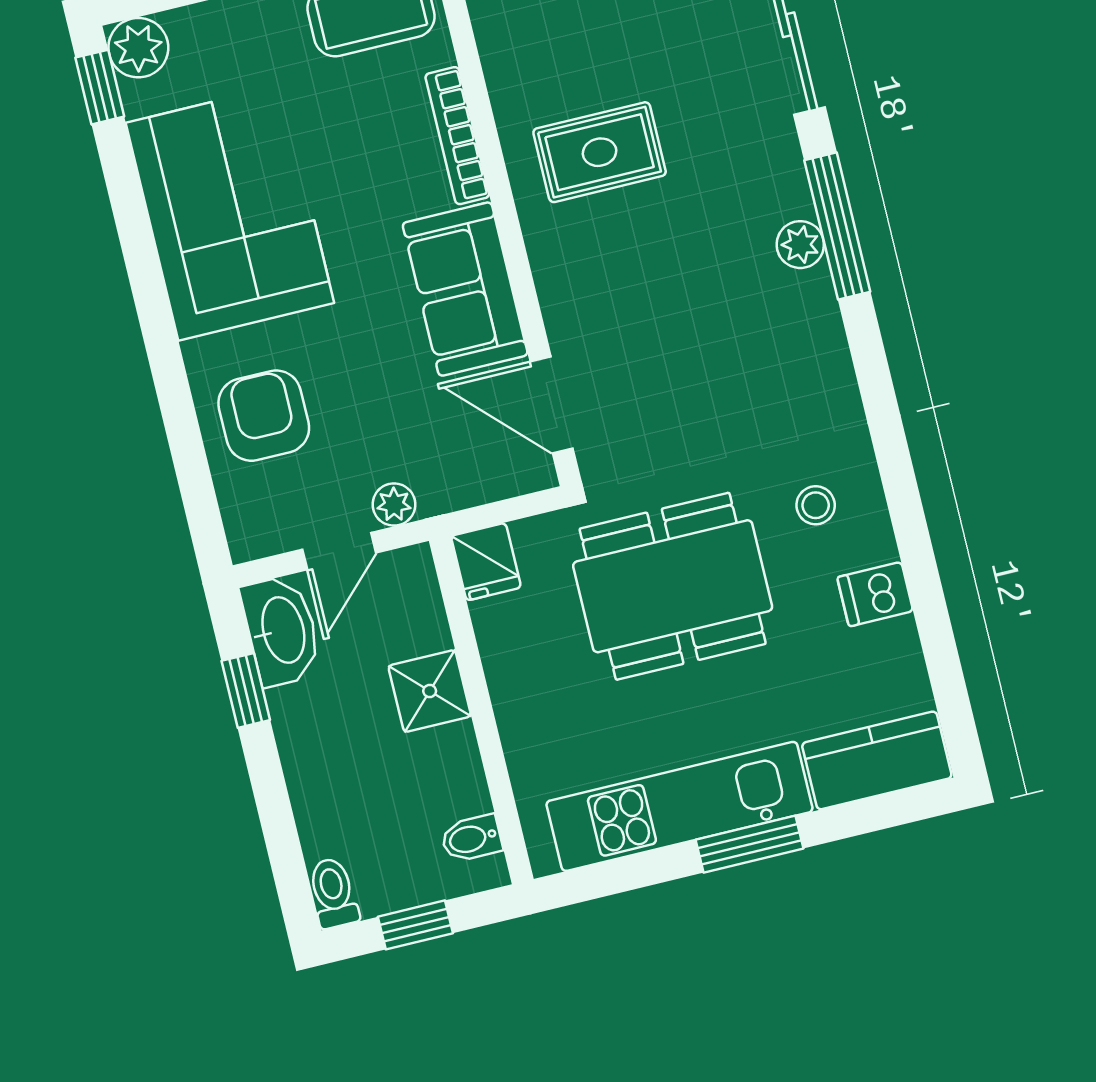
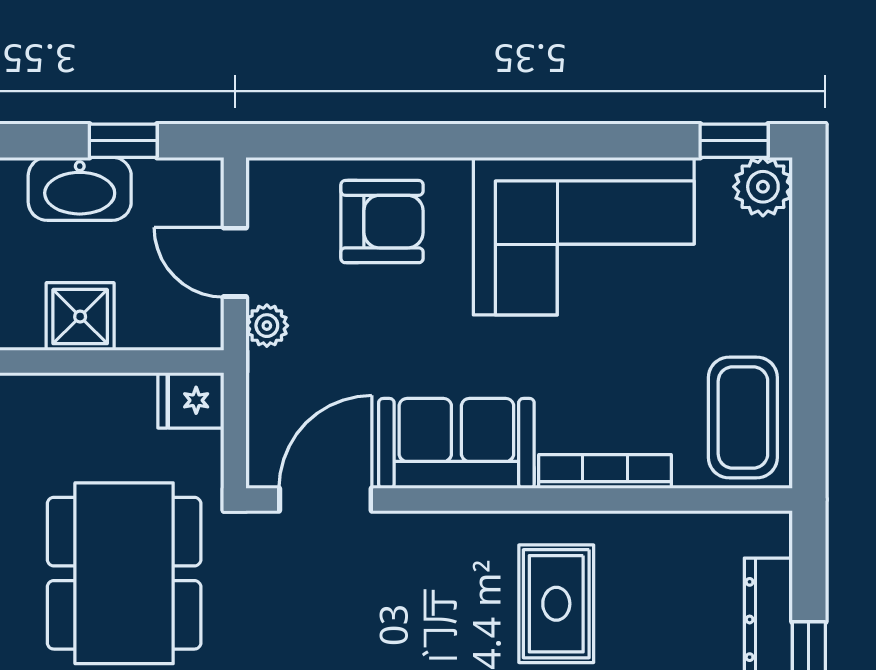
washbasin: (281, 630) -> (80, 189), moved

